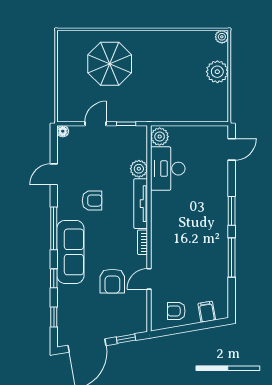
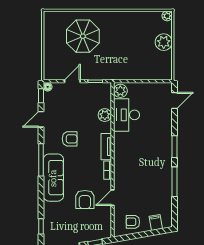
tv unit: (141, 204) -> (106, 147), width x0.71
window: (54, 278) -> (41, 96), moved

